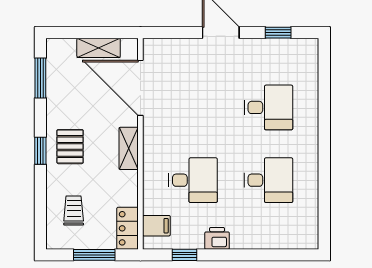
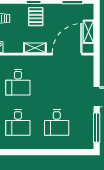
window: (278, 33) -> (97, 128), width x2.17
pallet: (70, 147) -> (36, 17), turned 90

